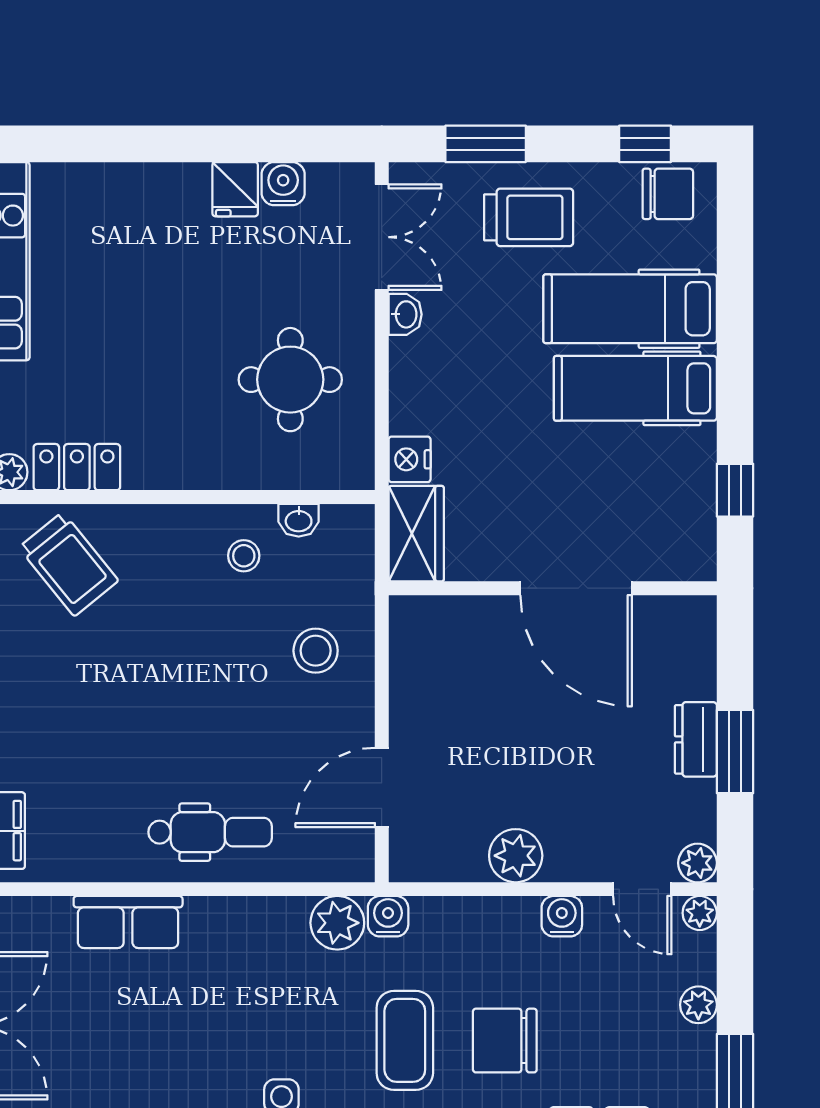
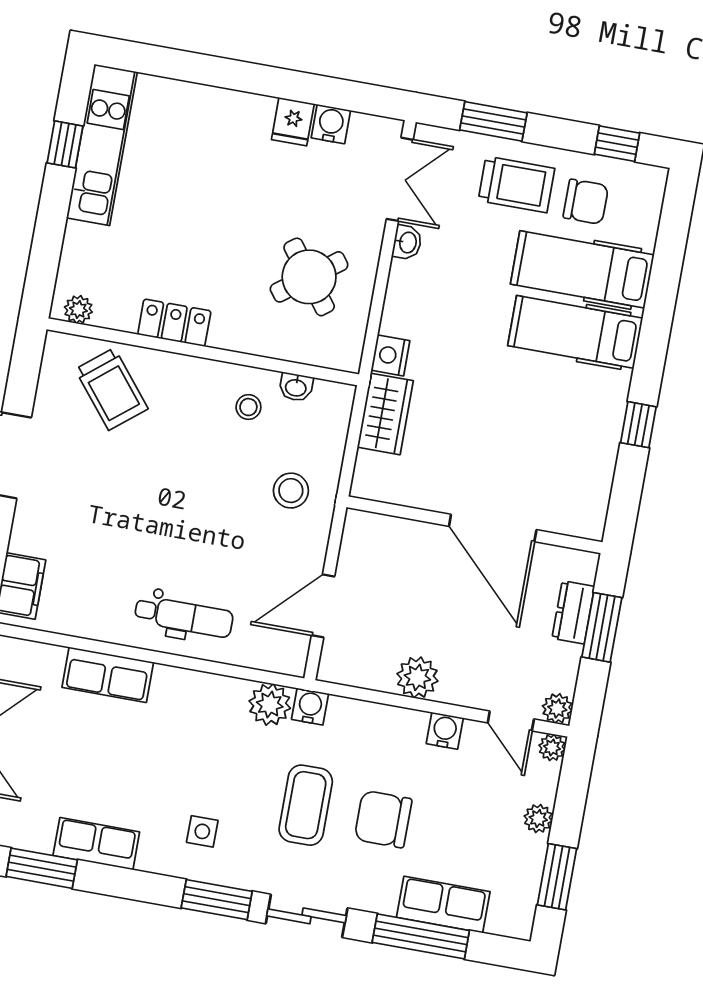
chair: (668, 194) -> (586, 202), moved
round table: (290, 380) -> (309, 277), turned -37
locker: (77, 467) -> (174, 323), moved
wall: (553, 588) -> (474, 525), moved
door: (576, 588) -> (493, 528), moved

